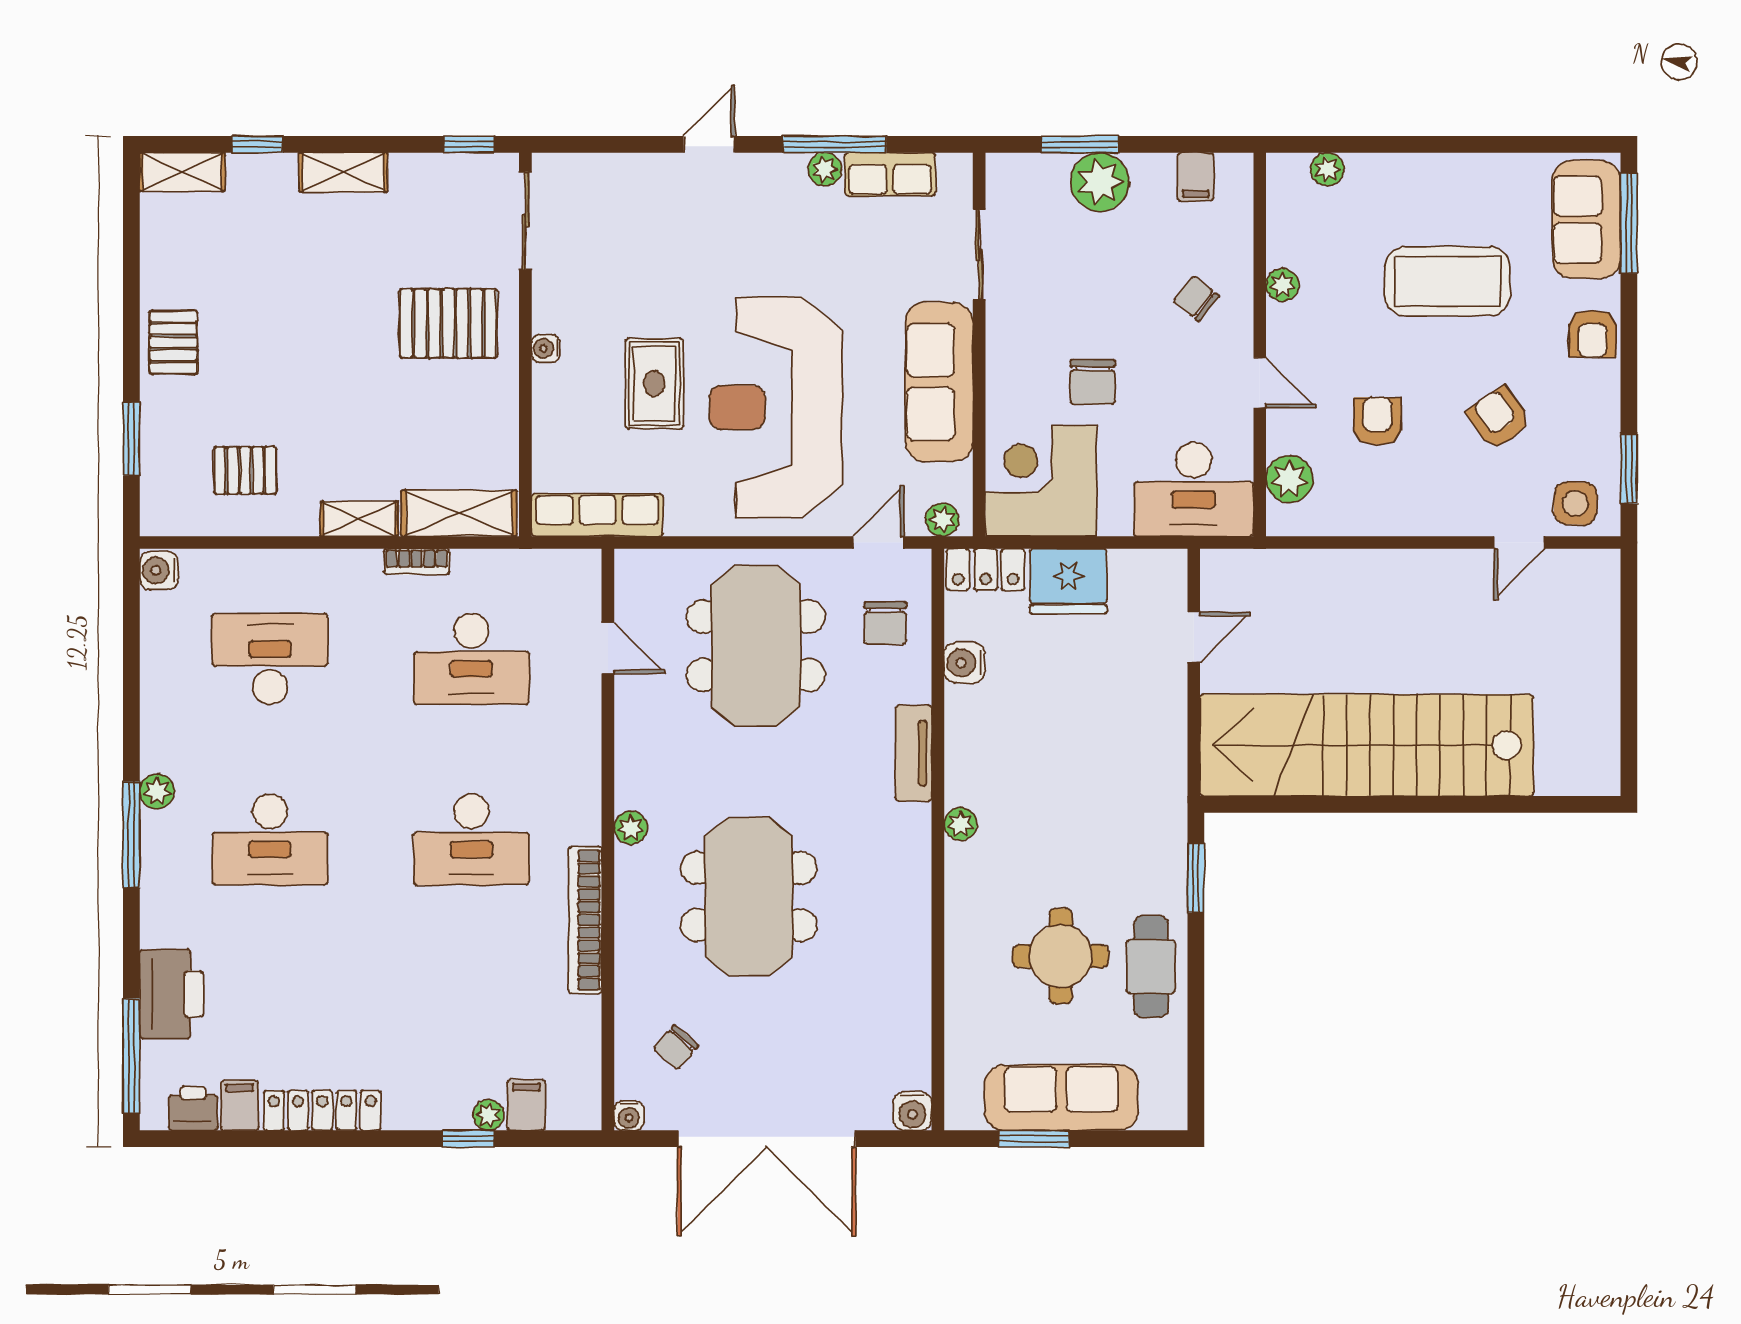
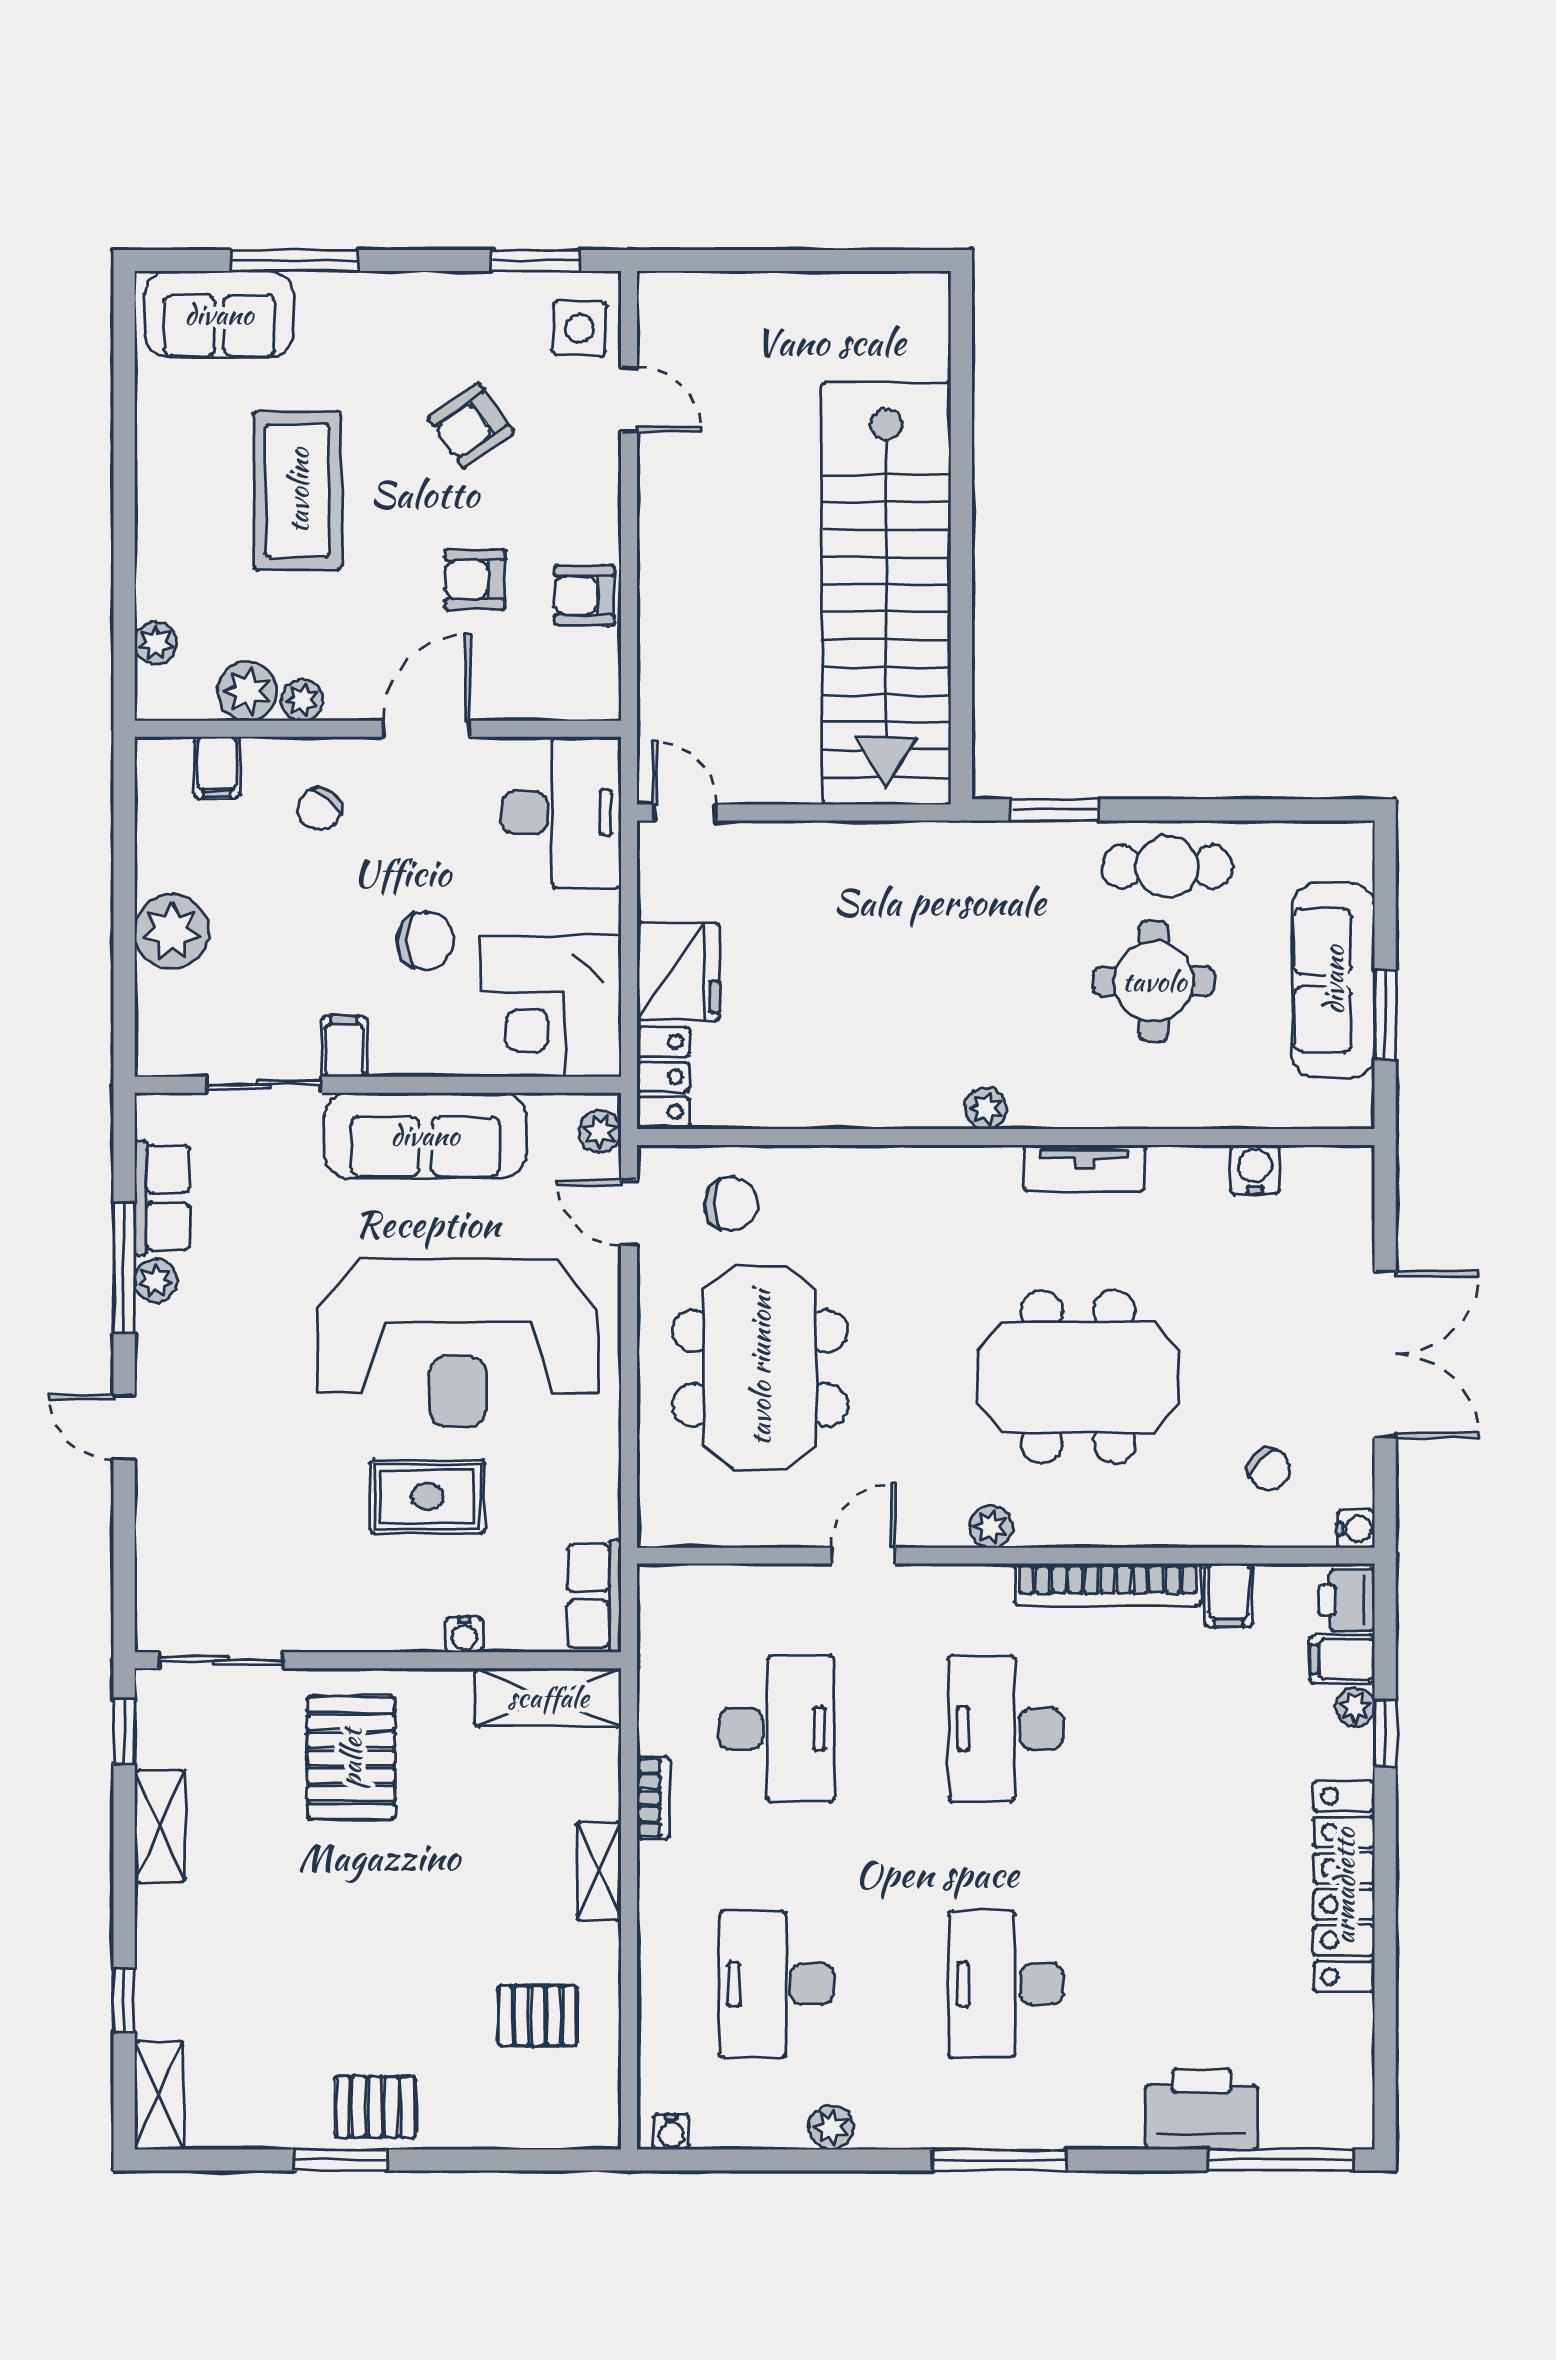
window: (1080, 144) -> (124, 957), removed
shelving: (343, 172) -> (160, 1826), moved
filing cabinet: (1196, 177) -> (217, 767), moved, turned 90
window: (1629, 223) -> (295, 261), moved
filing cabinet: (1009, 318) -> (345, 1046), added
armchair: (1592, 334) -> (584, 595), moved, turned 180
water cooler: (546, 348) -> (464, 1635), moved
door: (1260, 383) -> (426, 729), width x1.38
window: (131, 439) -> (340, 2160), moved
pallet: (245, 470) -> (538, 2016), turned 90
plant: (1289, 479) -> (247, 691), moved
shelving: (459, 513) -> (548, 1697), moved, turned 90
row of seats: (597, 515) -> (594, 1596), width x0.68
water cooler: (159, 570) -> (671, 2132), width x0.72, depth x0.72
door: (1194, 637) -> (685, 813), moved
meeting table: (756, 646) -> (760, 1368), turned 90
door: (608, 648) -> (863, 1556), moved
water cooler: (965, 663) -> (782, 1103), removed
tv unit: (914, 753) -> (1084, 1168), moved
plant: (157, 791) -> (831, 2127), moved
desk: (270, 840) -> (1006, 1984), turned 180
desk: (471, 840) -> (1006, 1729), turned 180
filing cabinet: (240, 1105) -> (1229, 1595), moved, turned -90
printer: (193, 1108) -> (1347, 1600), moved
locker: (322, 1110) -> (1344, 1886), width x1.41, depth x1.21
water cooler: (912, 1111) -> (1255, 1169), moved, turned -90
double door: (767, 1139) -> (1385, 1354), width x0.73

